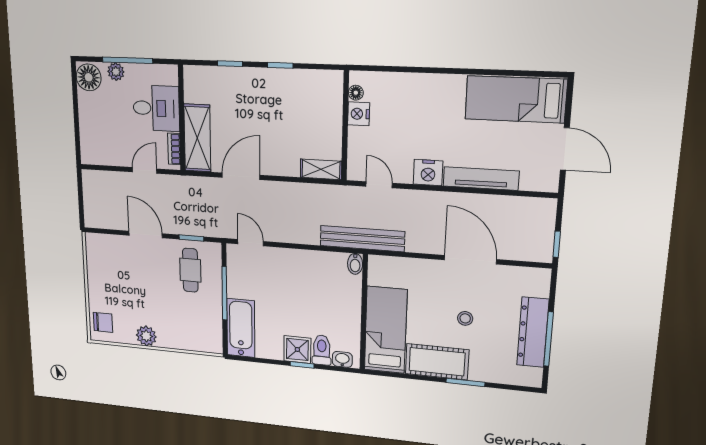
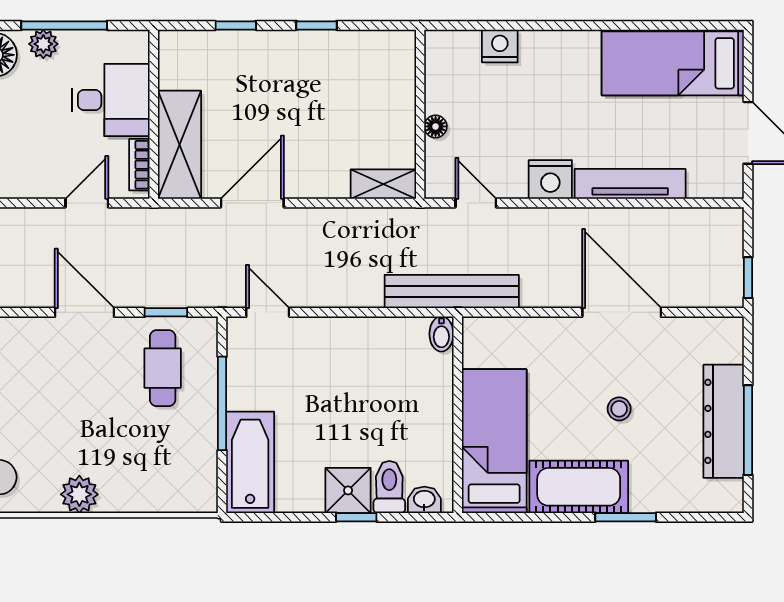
floor lamp: (356, 93) -> (436, 126), moved
nightstand: (359, 114) -> (500, 46), moved, turned 90

